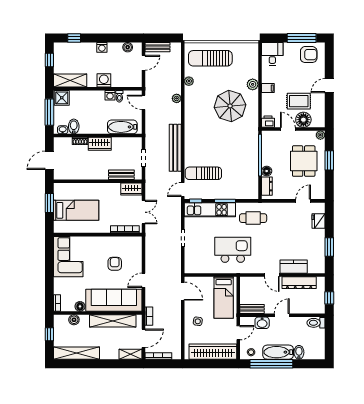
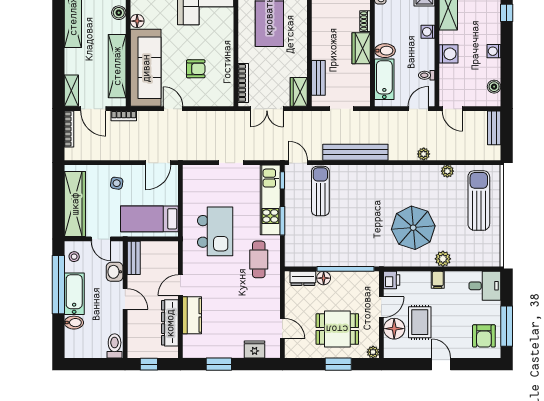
door: (144, 63) -> (452, 109), moved
washing machine: (110, 95) -> (428, 32), moved
bidet: (74, 126) -> (385, 51), moved

